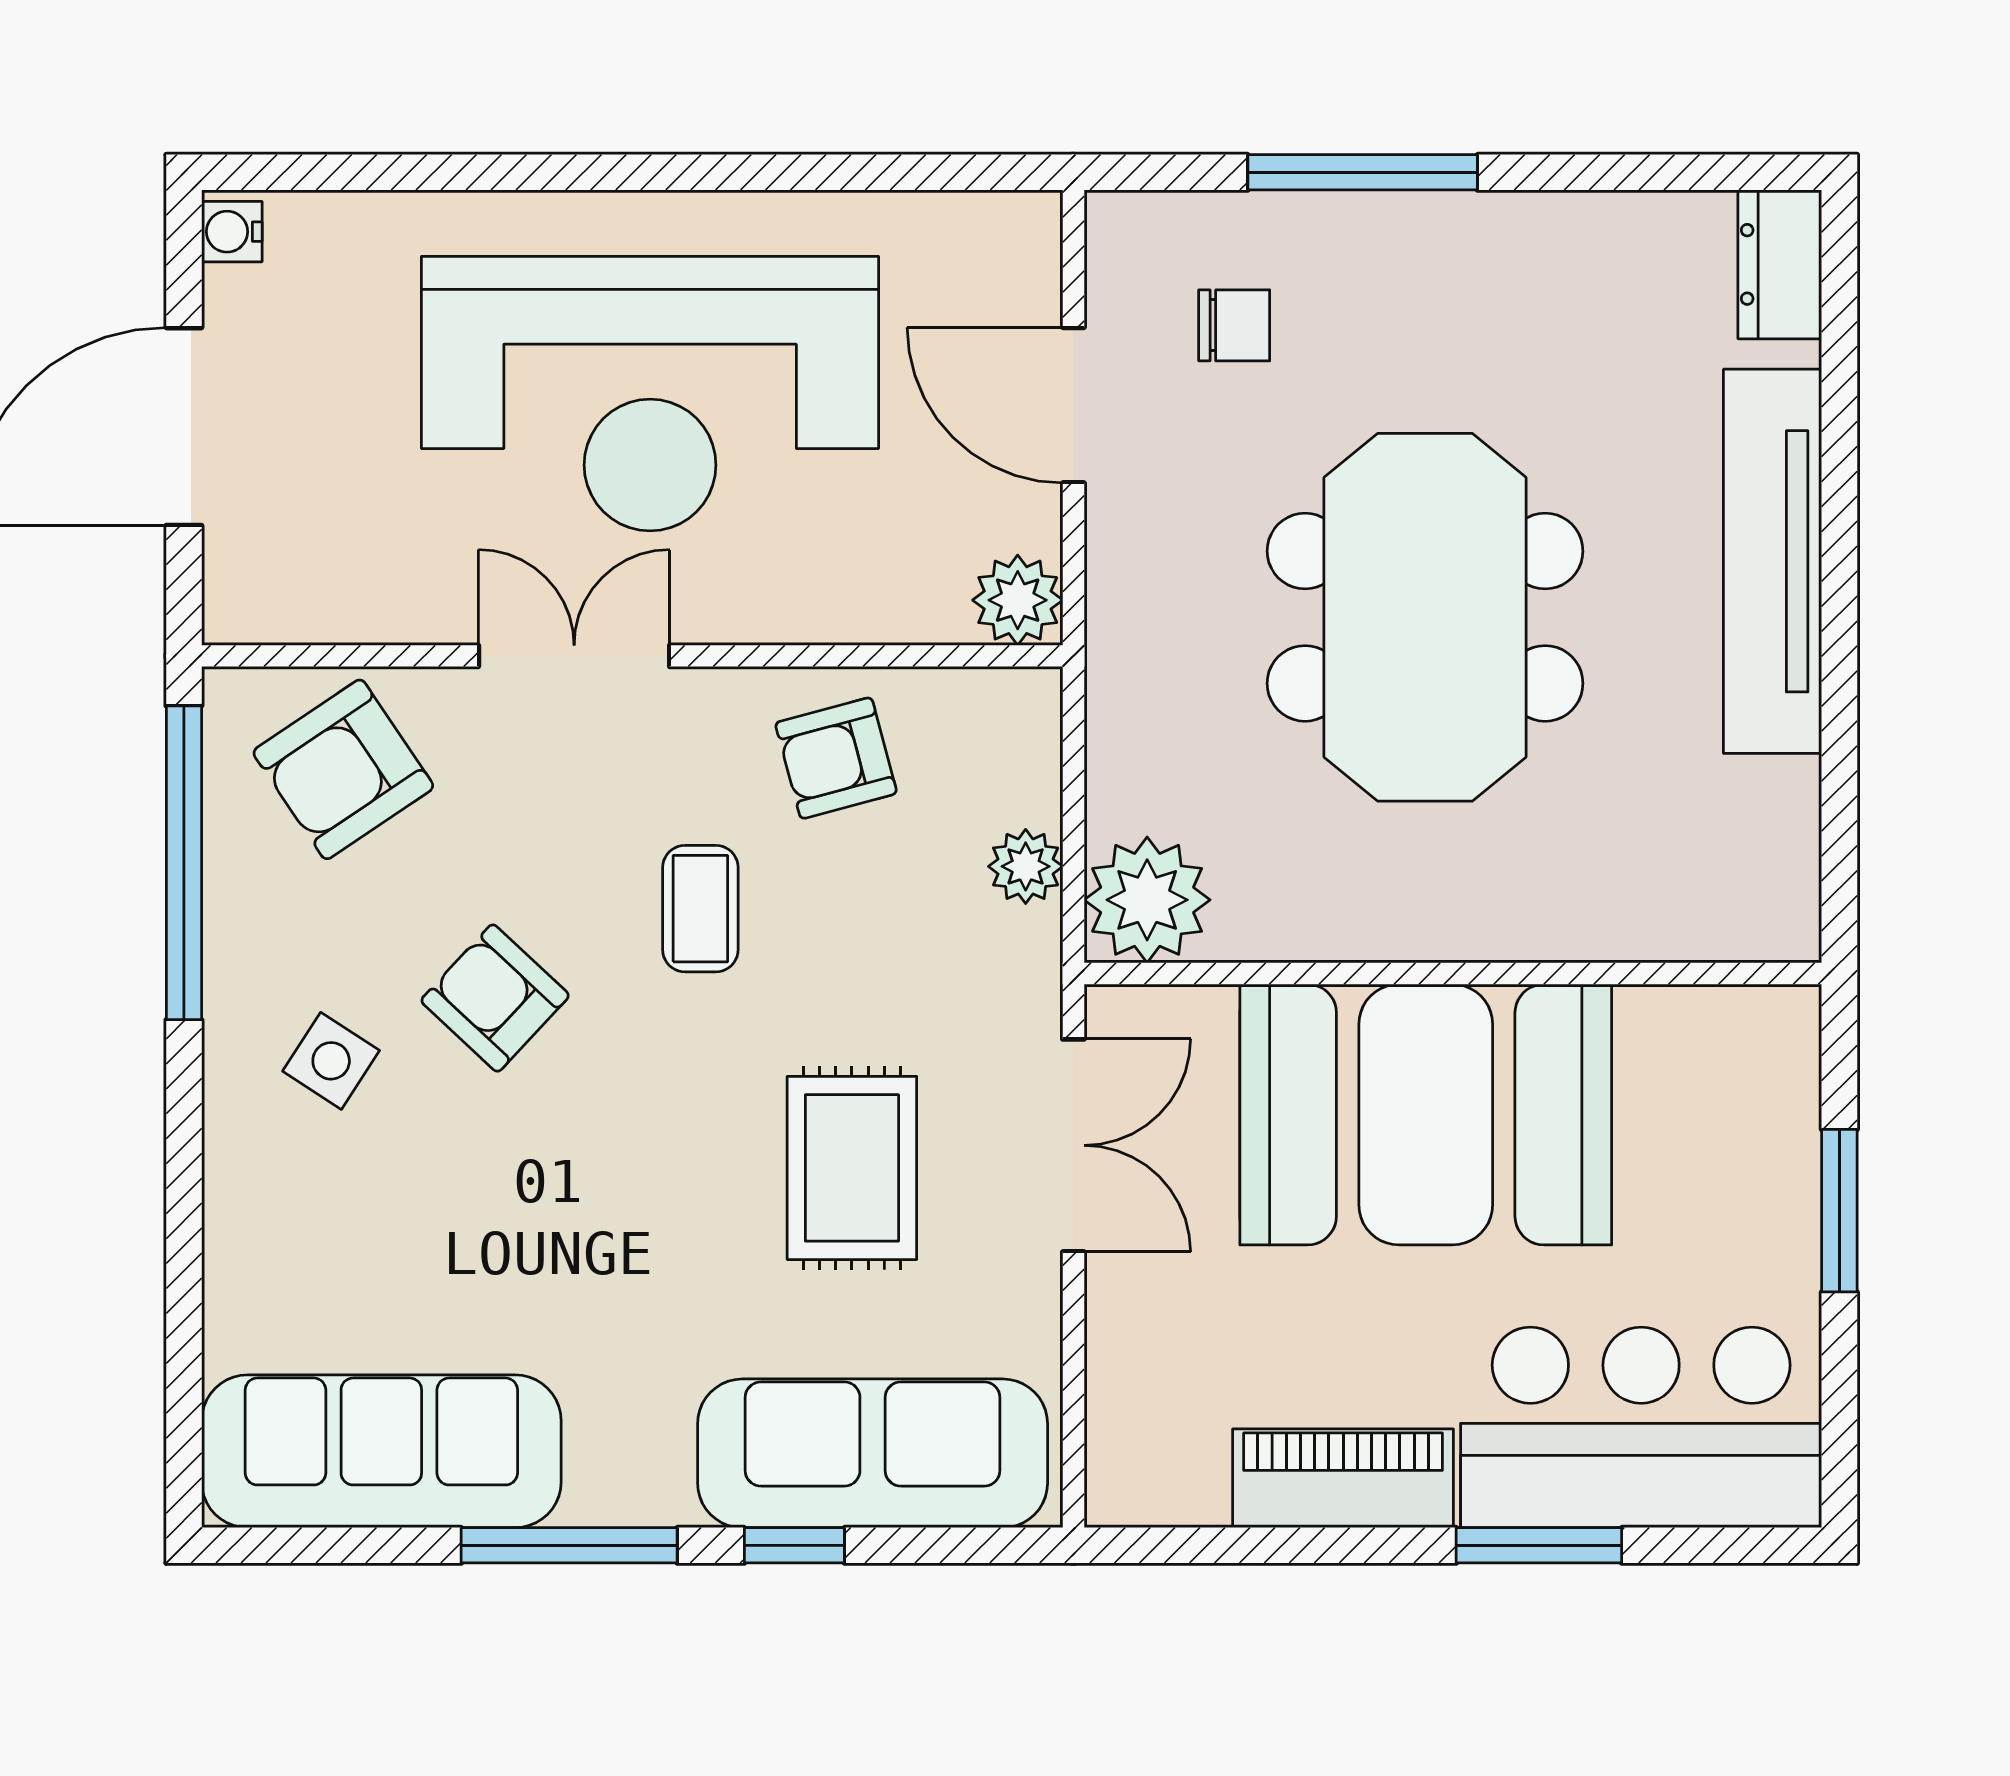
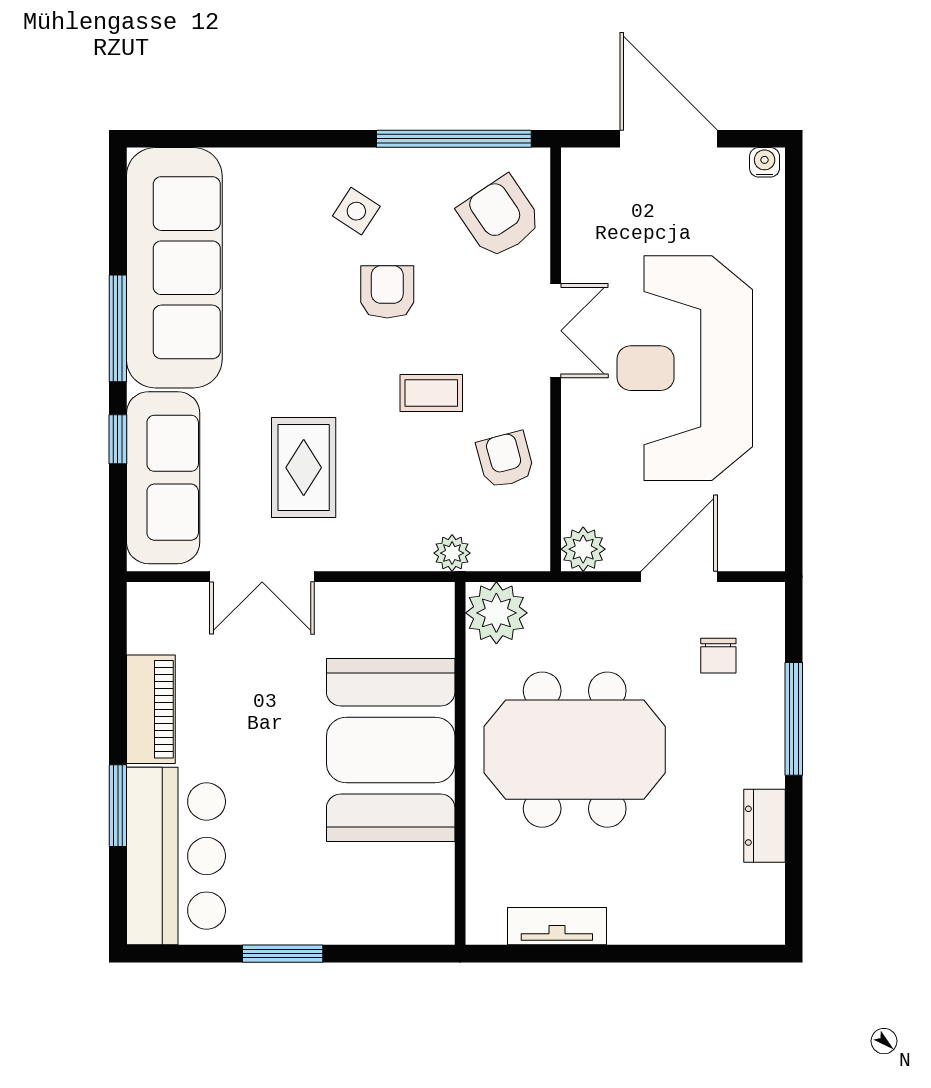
dresser: (1780, 264) -> (764, 826), moved, turned -90
tv unit: (1773, 561) -> (557, 926), width x0.52, depth x0.78
plant: (1147, 900) -> (496, 613), moved
wall: (1453, 974) -> (460, 763), moved
armchair: (495, 998) -> (387, 292), turned -43
booth: (1426, 1115) -> (391, 750), moved
double door: (1073, 1145) -> (262, 577), moved
rug: (852, 1168) -> (304, 468), turned 90
sofa: (381, 1451) -> (174, 268), width x1.36, depth x1.27

